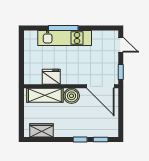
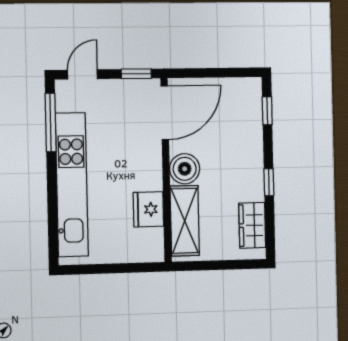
window: (63, 28) -> (51, 123), moved
kitchen unit: (65, 38) -> (72, 185), width x1.36
window: (80, 140) -> (269, 182), moved

